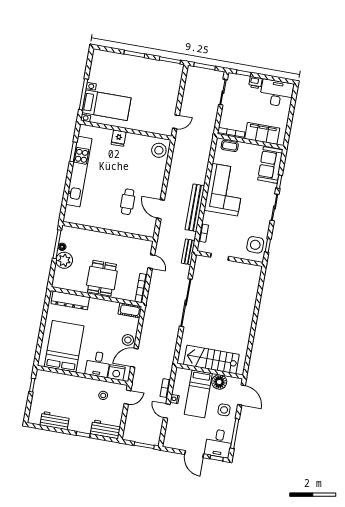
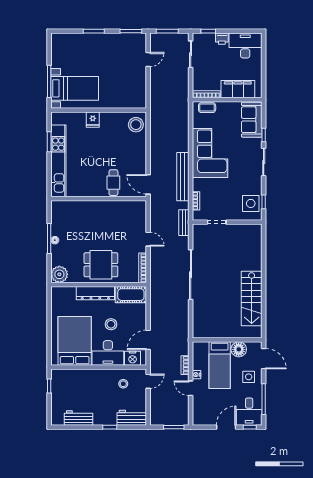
door: (176, 122) -> (148, 60), moved
wall: (108, 231) -> (99, 199), moved
plant: (64, 260) -> (59, 274), moved
dining table: (102, 278) -> (101, 265), turned 90
dresser: (70, 300) -> (95, 293), moved
cot: (130, 310) -> (131, 295), width x1.37, depth x1.34
stool: (128, 340) -> (111, 324), moved
stairs: (211, 359) -> (252, 298), moved, turned -90
desk: (98, 364) -> (108, 353), width x1.37
door: (194, 454) -> (226, 427), swing flipped

